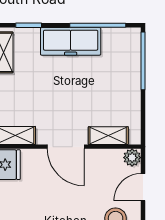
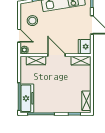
freezer: (71, 41) -> (27, 98), moved, turned 90
door: (143, 187) -> (19, 36), hinge flipped

